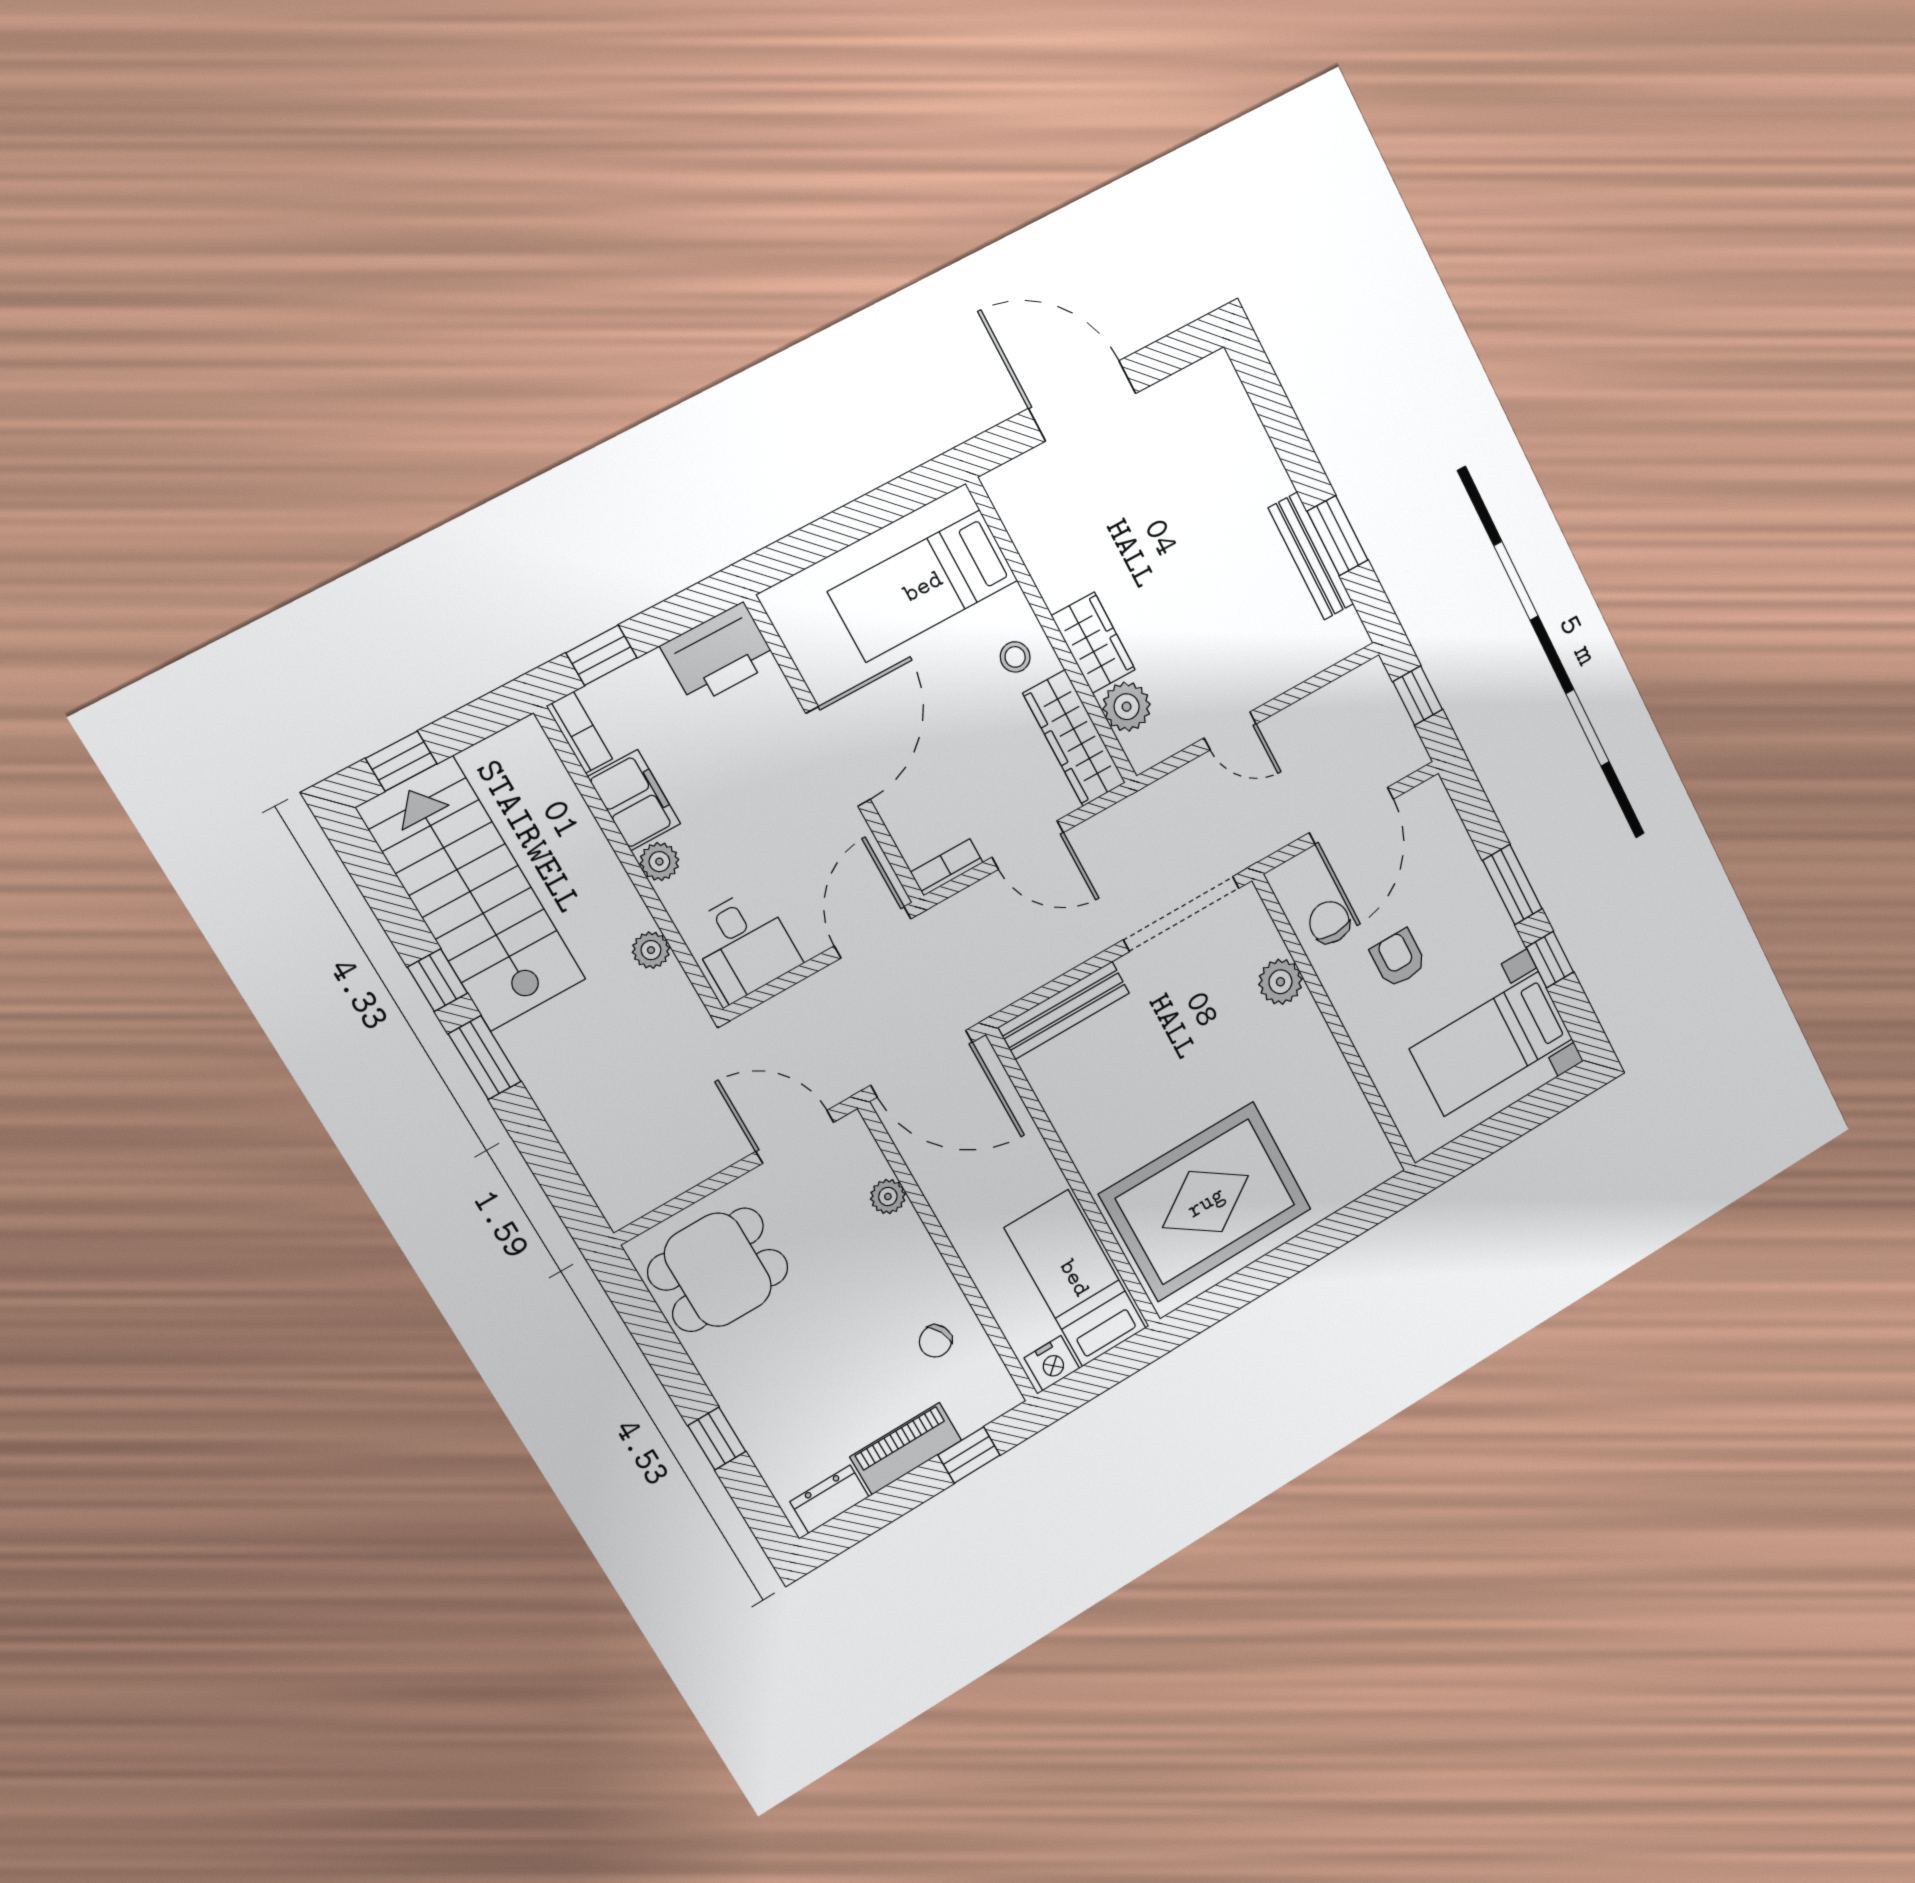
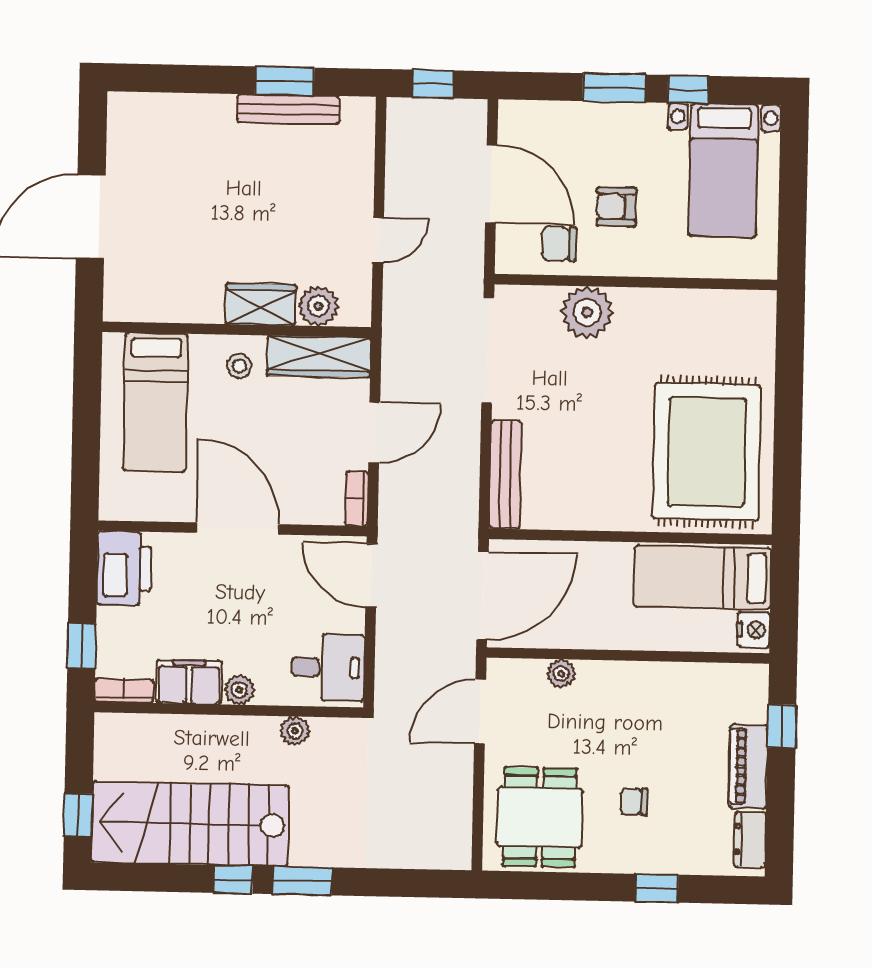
plant: (1280, 982) -> (587, 312), width x1.36, depth x1.36
chair: (936, 1341) -> (634, 802), moved, turned 116

